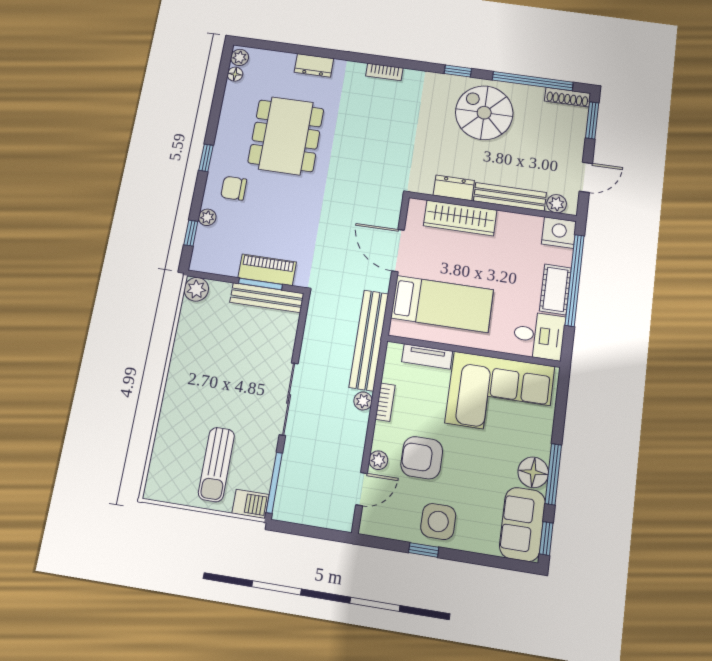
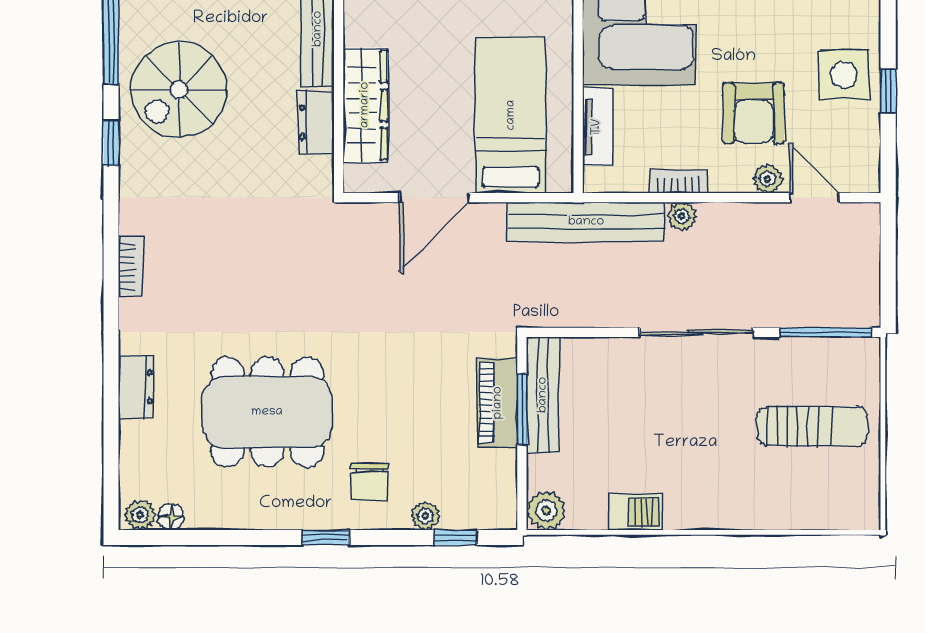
barbecue: (251, 504) -> (636, 512), moved, turned 90

